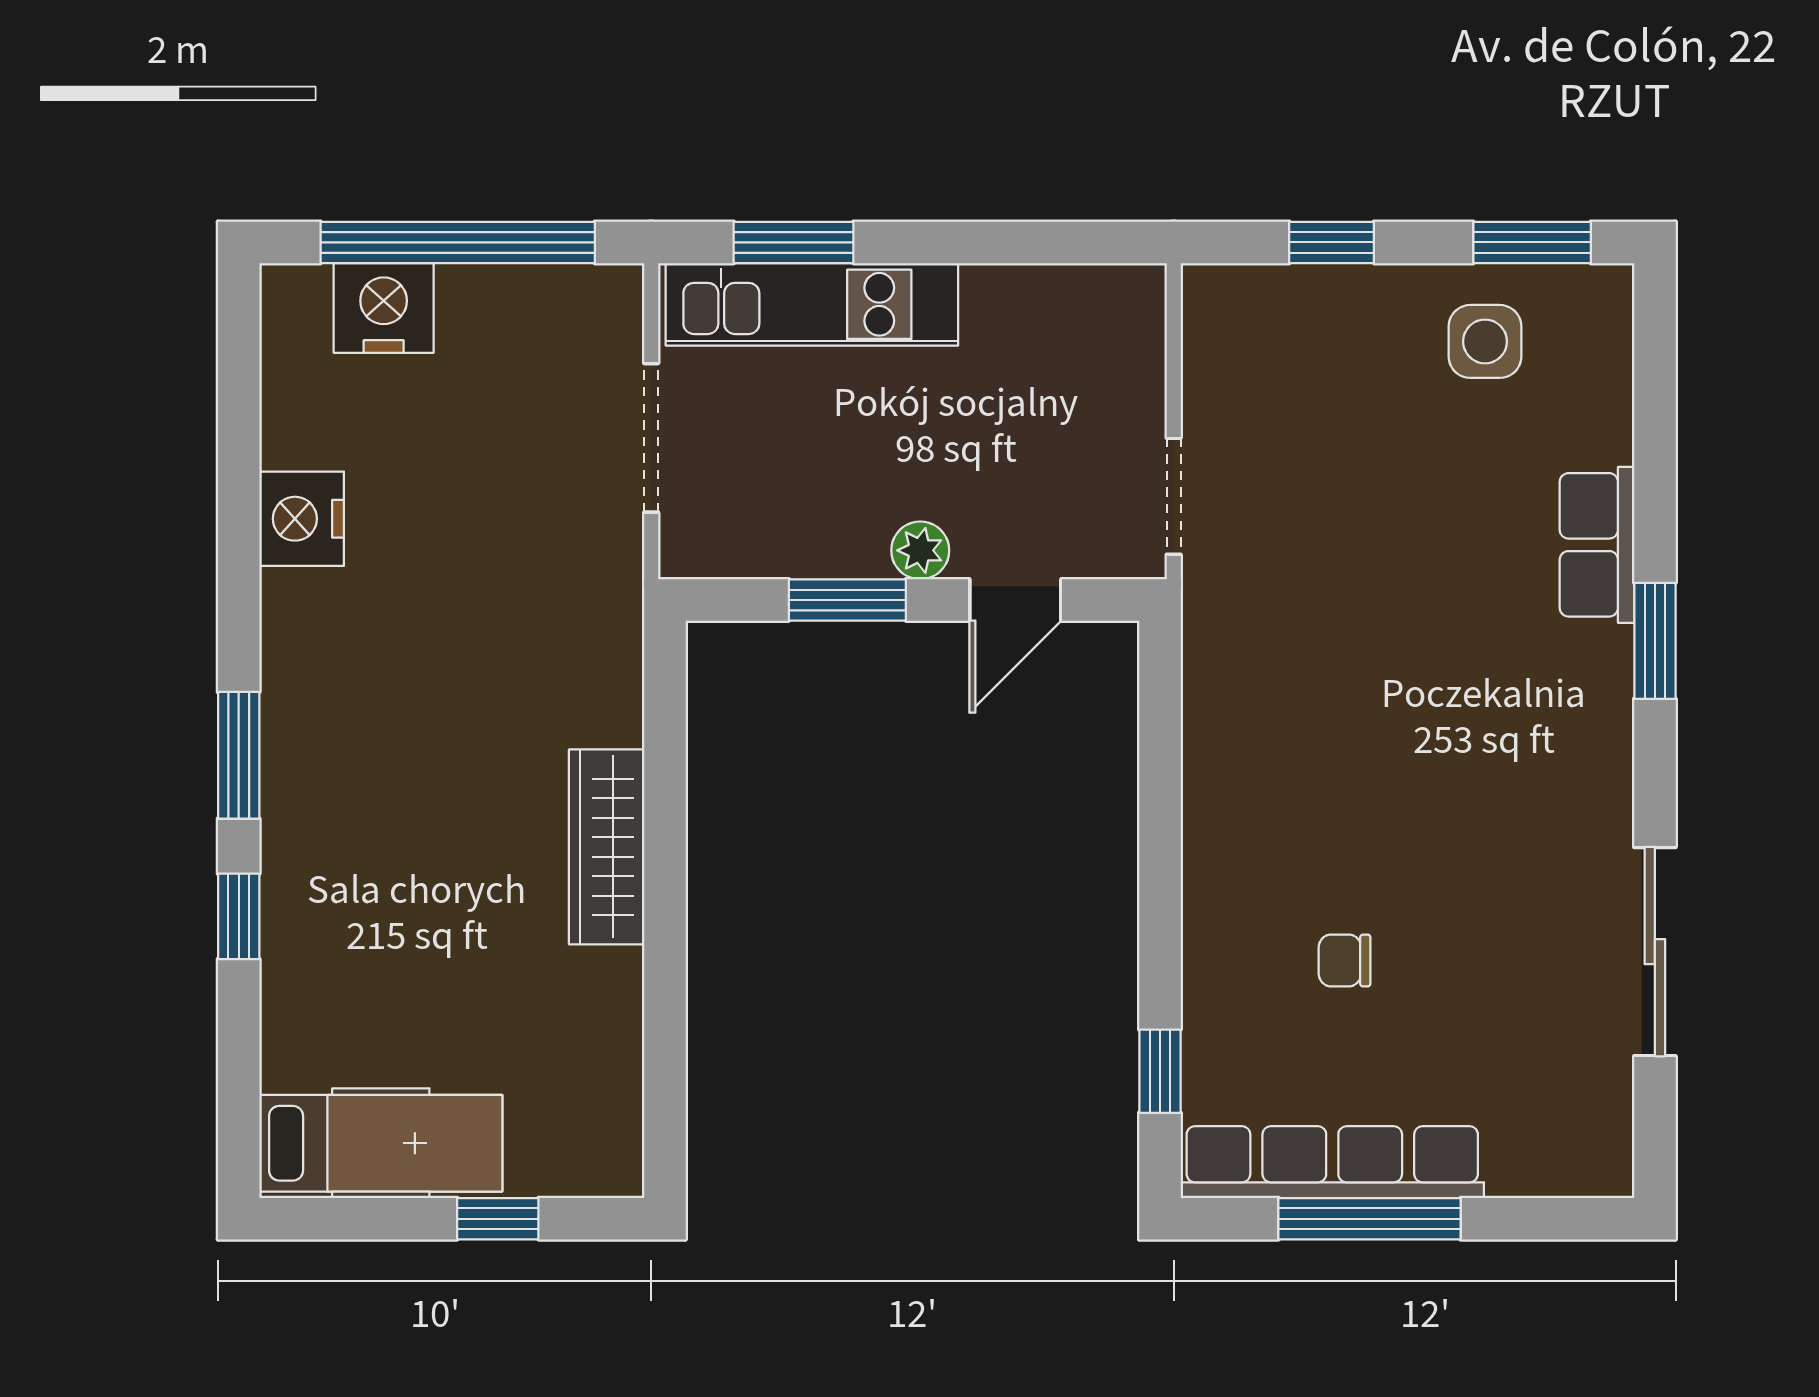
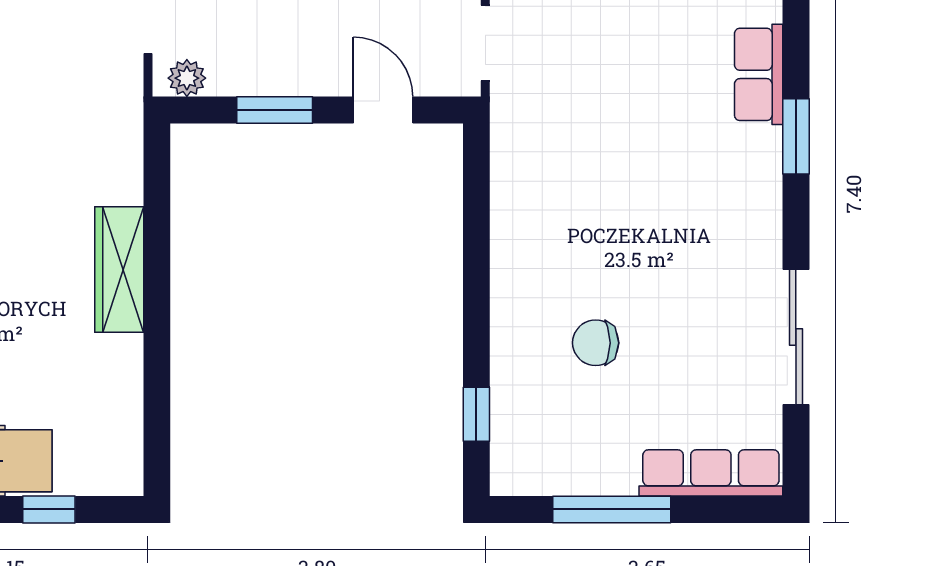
plant: (920, 550) -> (187, 78), moved
door: (1015, 600) -> (383, 110), swing flipped
chair: (1345, 960) -> (596, 343), width x1.37, depth x1.37
row of seats: (1332, 1162) -> (711, 473), moved, width x0.73

